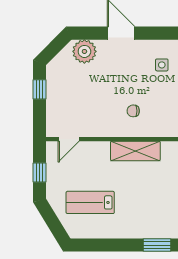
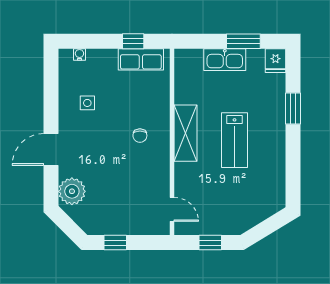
lab bench: (90, 202) -> (235, 140), moved

